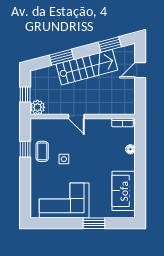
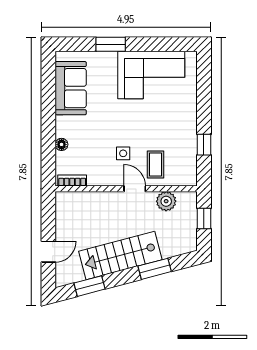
plant: (37, 107) -> (166, 201), moved
coffee table: (42, 151) -> (156, 165), moved
side table: (64, 159) -> (123, 153), moved

